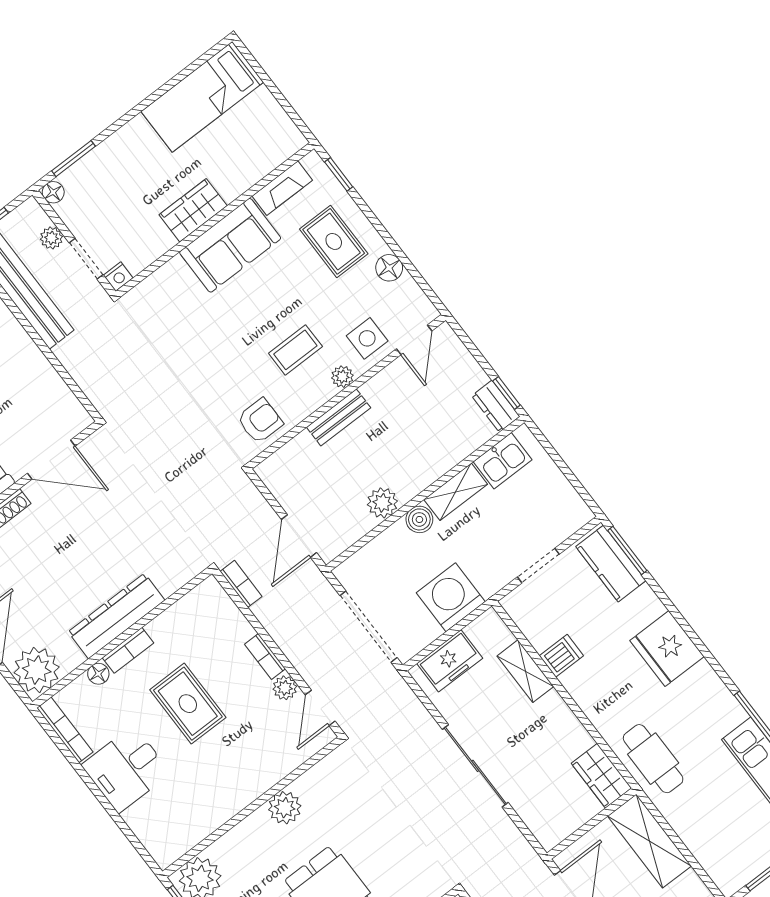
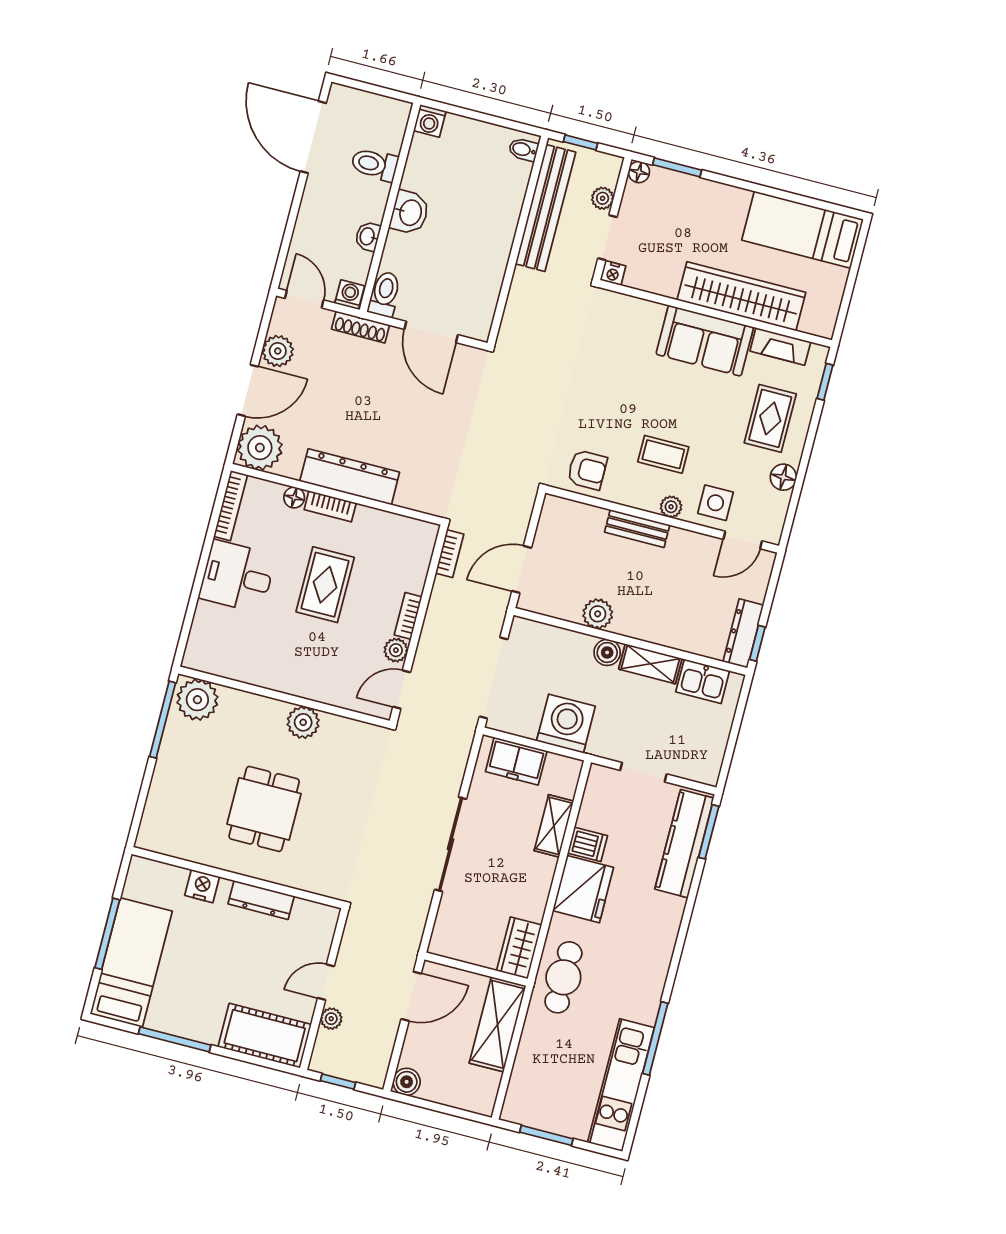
wardrobe: (193, 210) -> (741, 296), width x2.10, depth x1.17
dresser: (496, 406) -> (743, 633), width x1.44
kitchen counter: (611, 564) -> (684, 844), width x1.50
fridge: (667, 649) -> (583, 889), moved, turned 180

